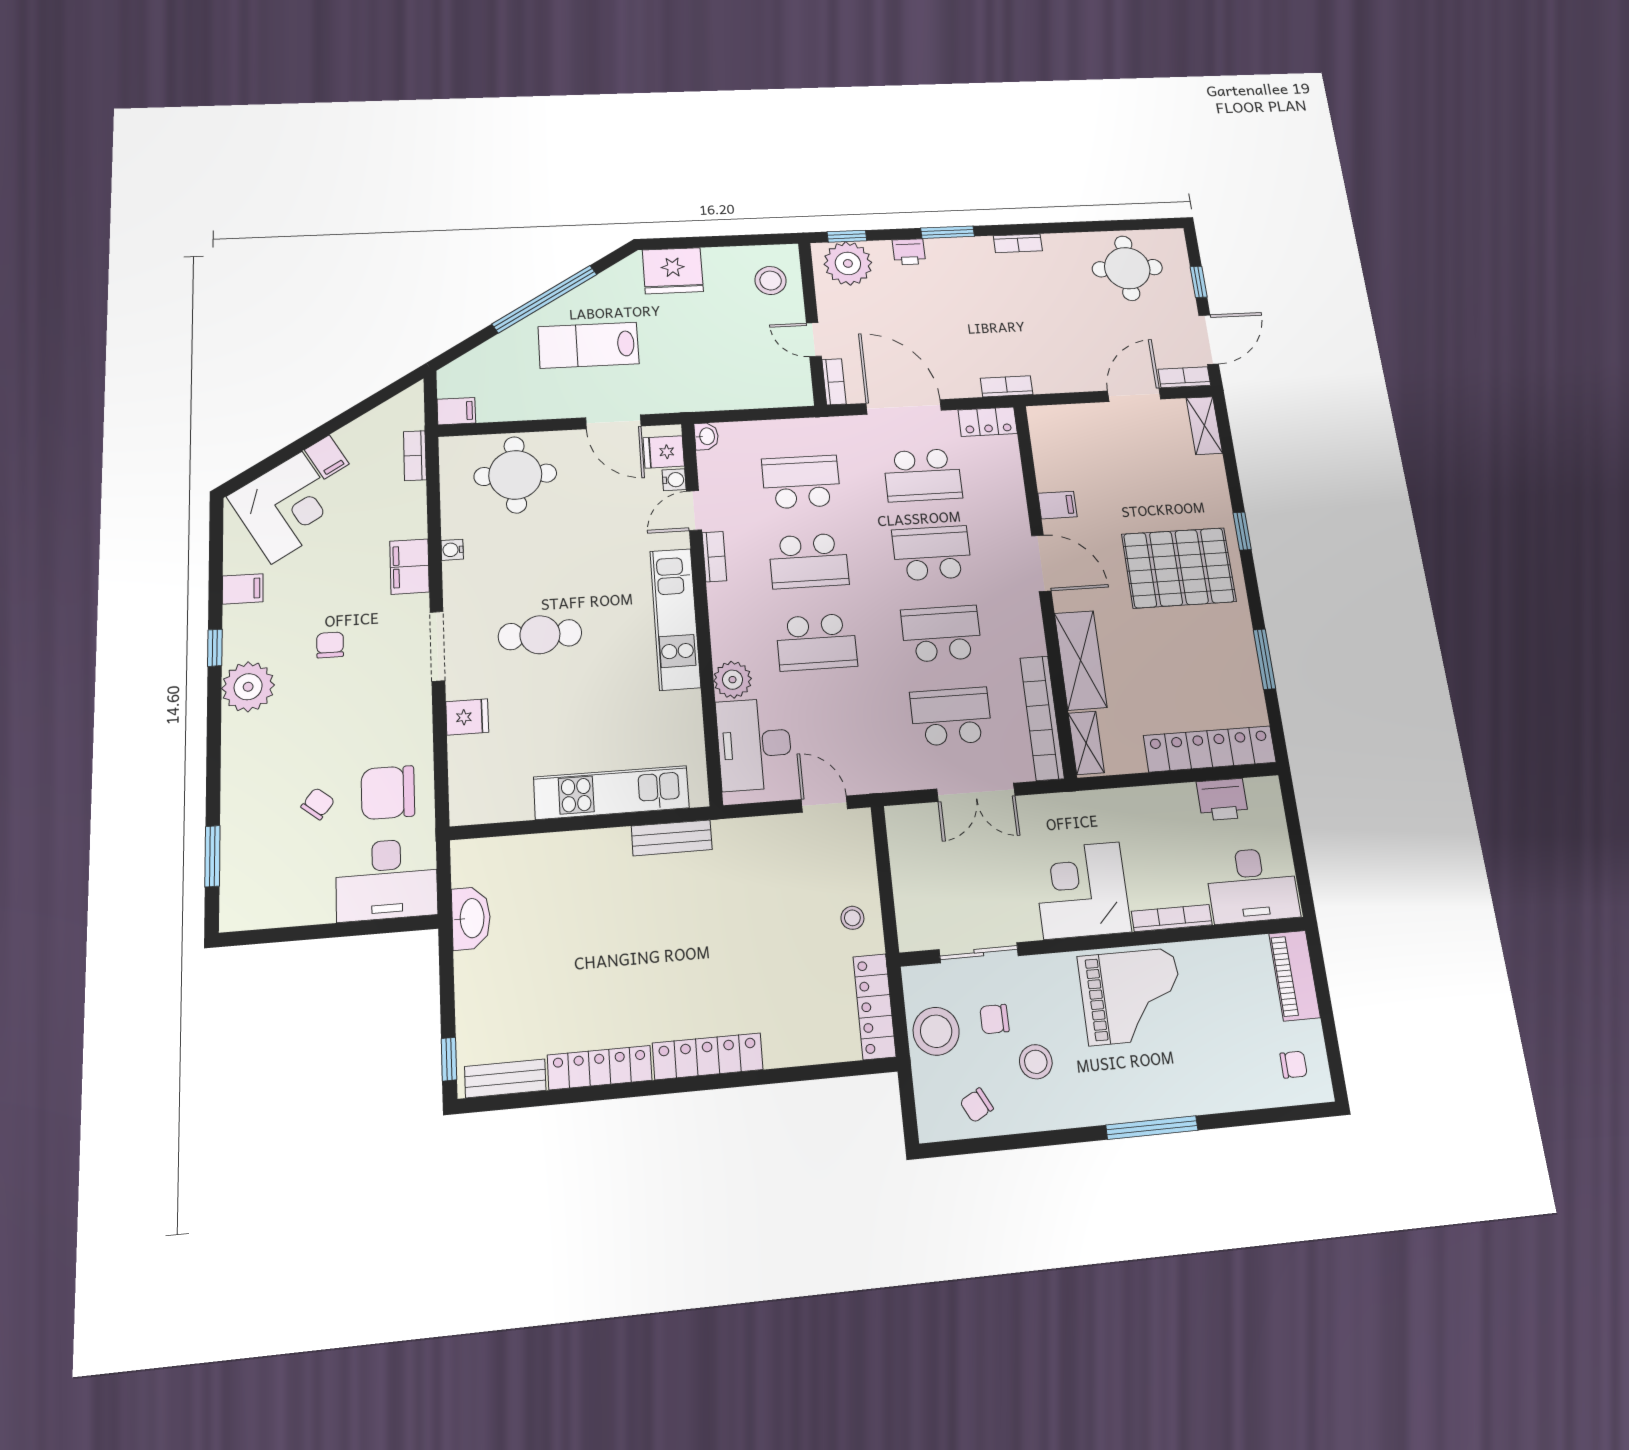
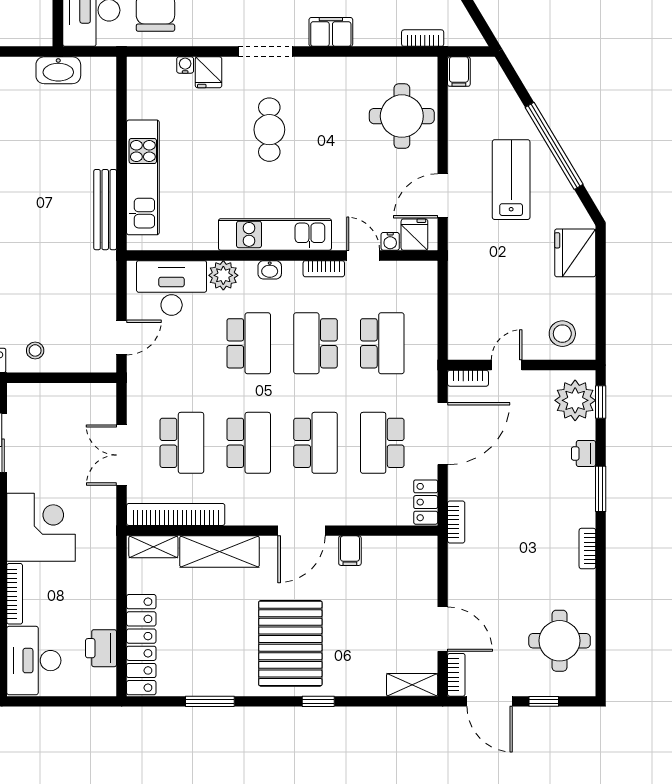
washbasin: (706, 436) -> (270, 270), moved
water cooler: (452, 550) -> (185, 65), moved
school desk: (817, 642) -> (249, 343), turned 180
bench: (672, 838) -> (105, 210), width x1.36

